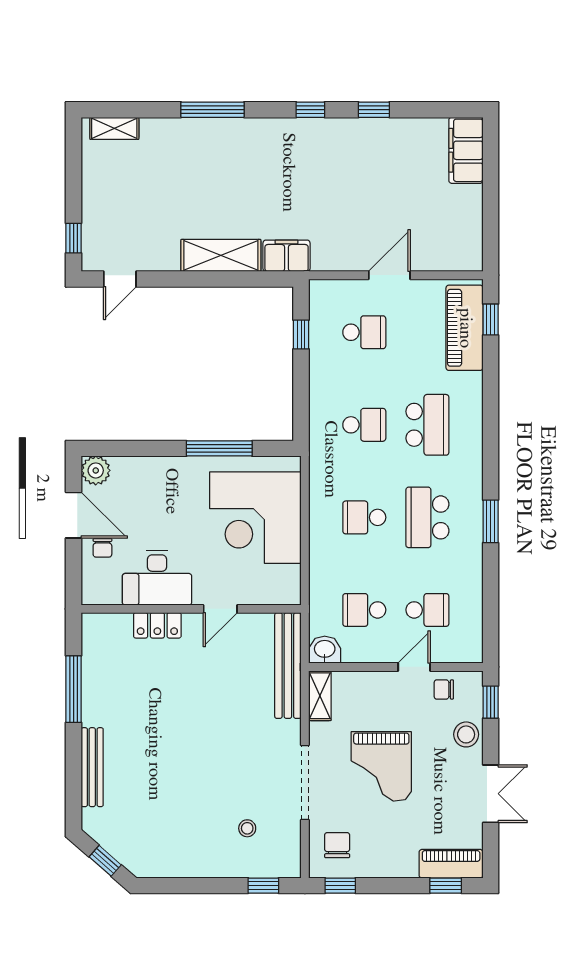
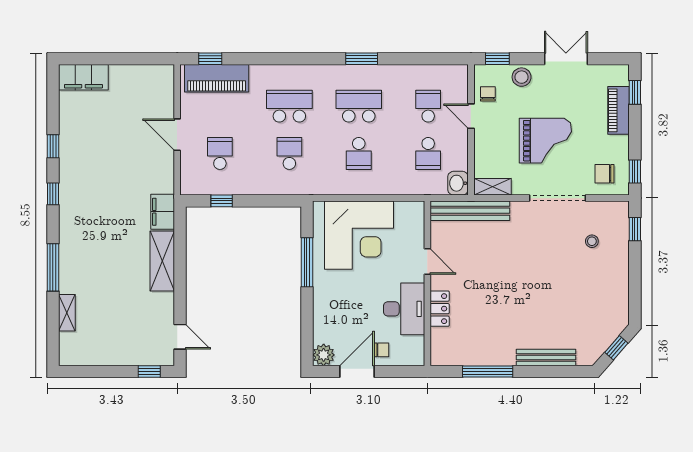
shelving: (114, 128) -> (67, 313), moved
school desk: (427, 517) -> (359, 106), turned 180
chair: (444, 689) -> (488, 94), turned 180
piano: (451, 864) -> (618, 110), moved

